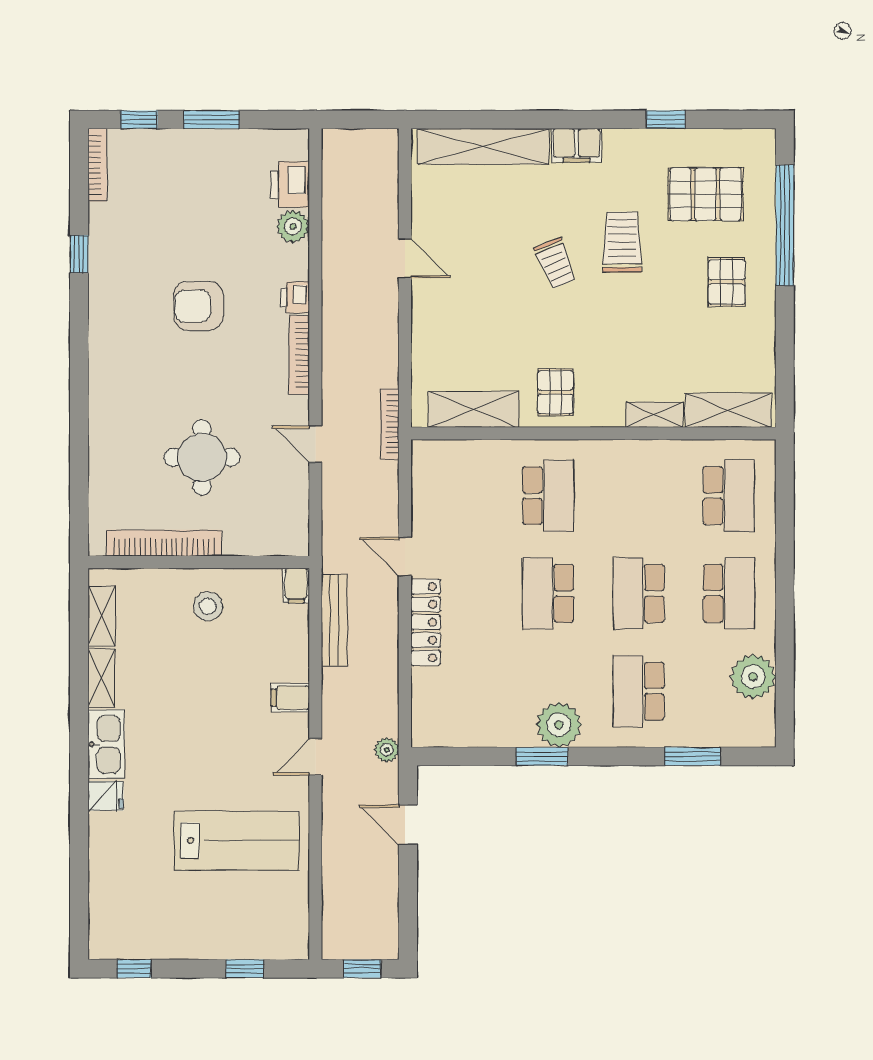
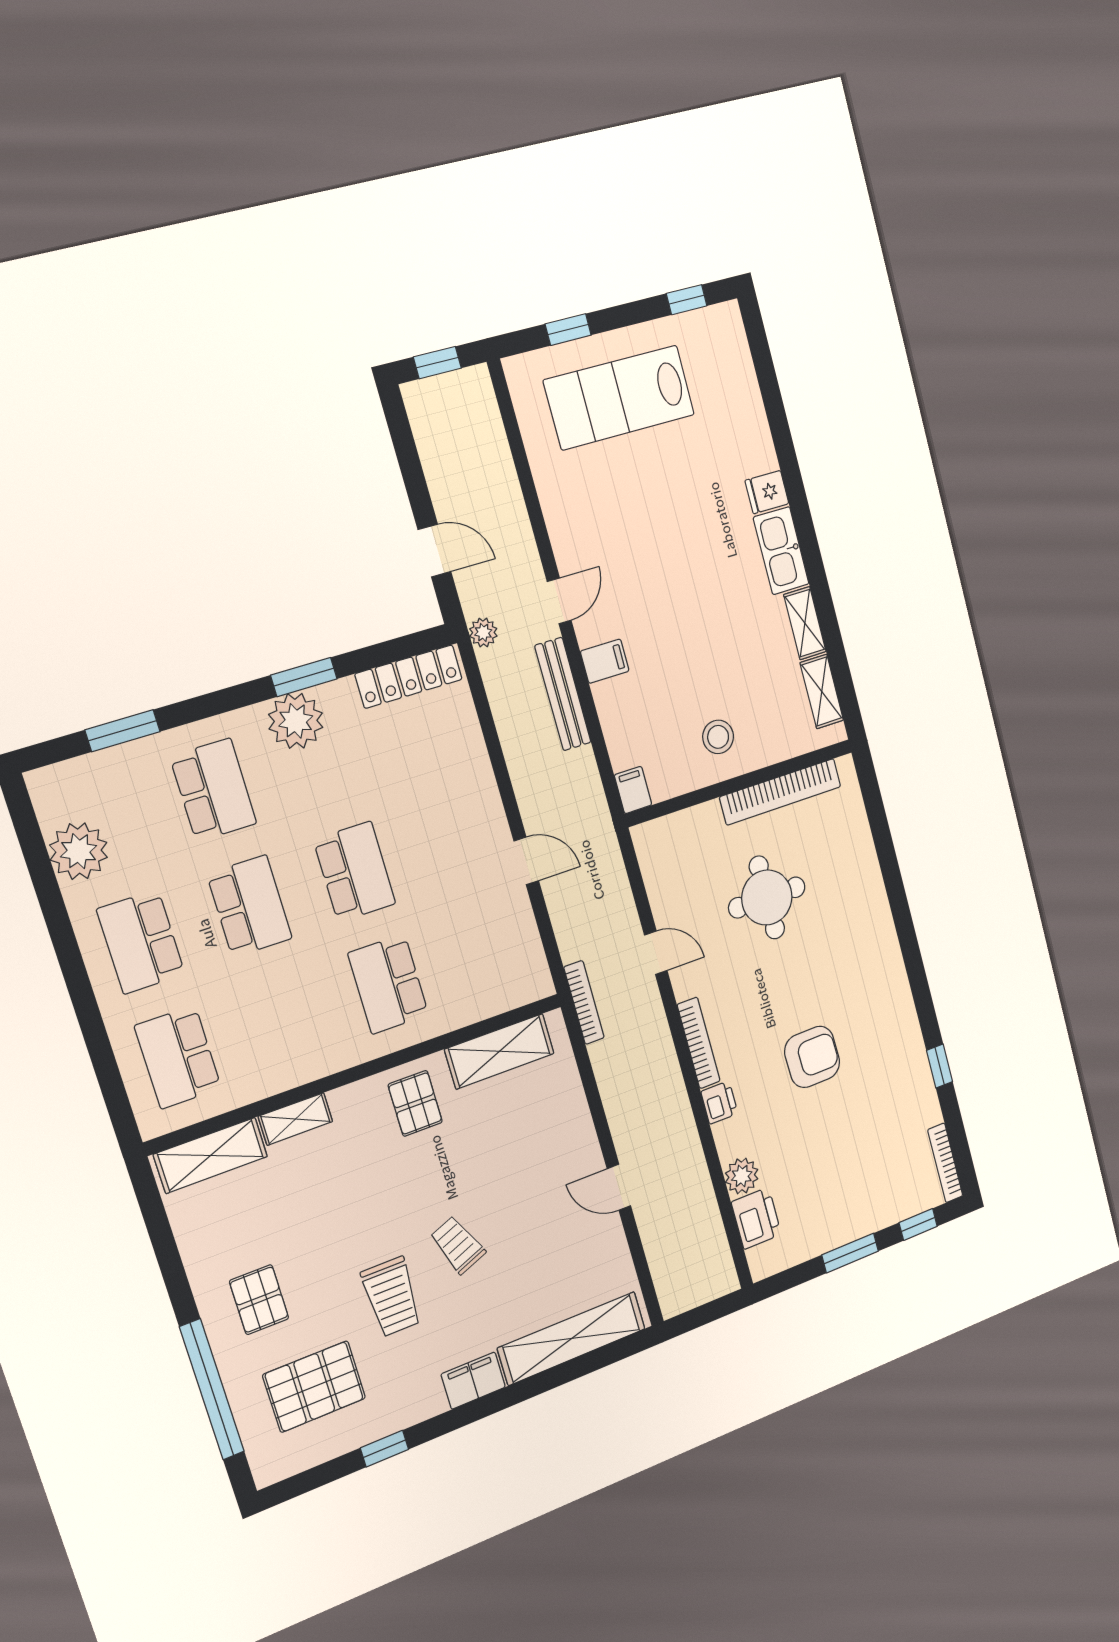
bench: (334, 620) -> (563, 694), moved
locker: (426, 622) -> (409, 677), moved, turned -90
lab bench: (237, 841) -> (619, 397), moved

